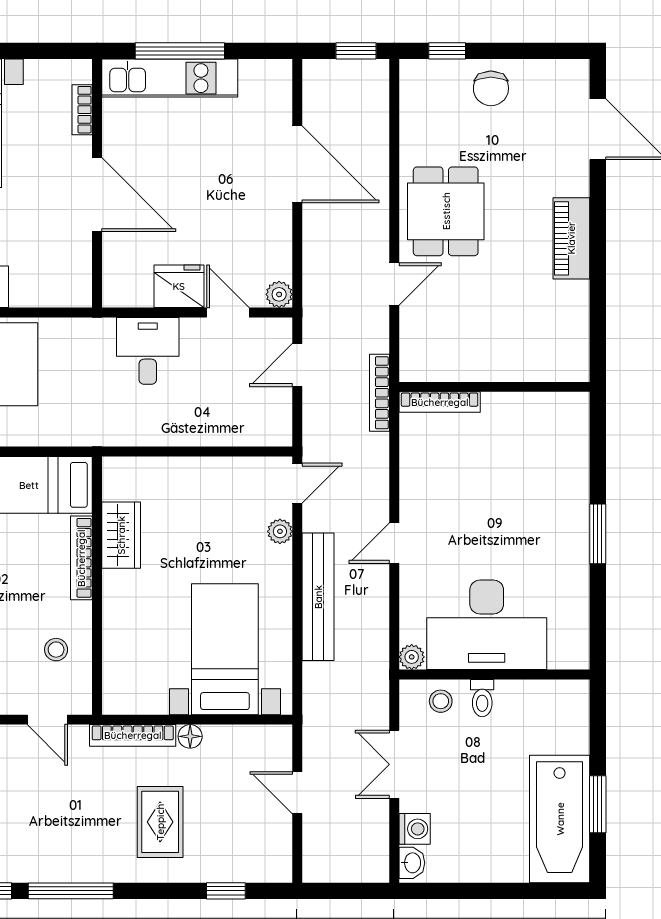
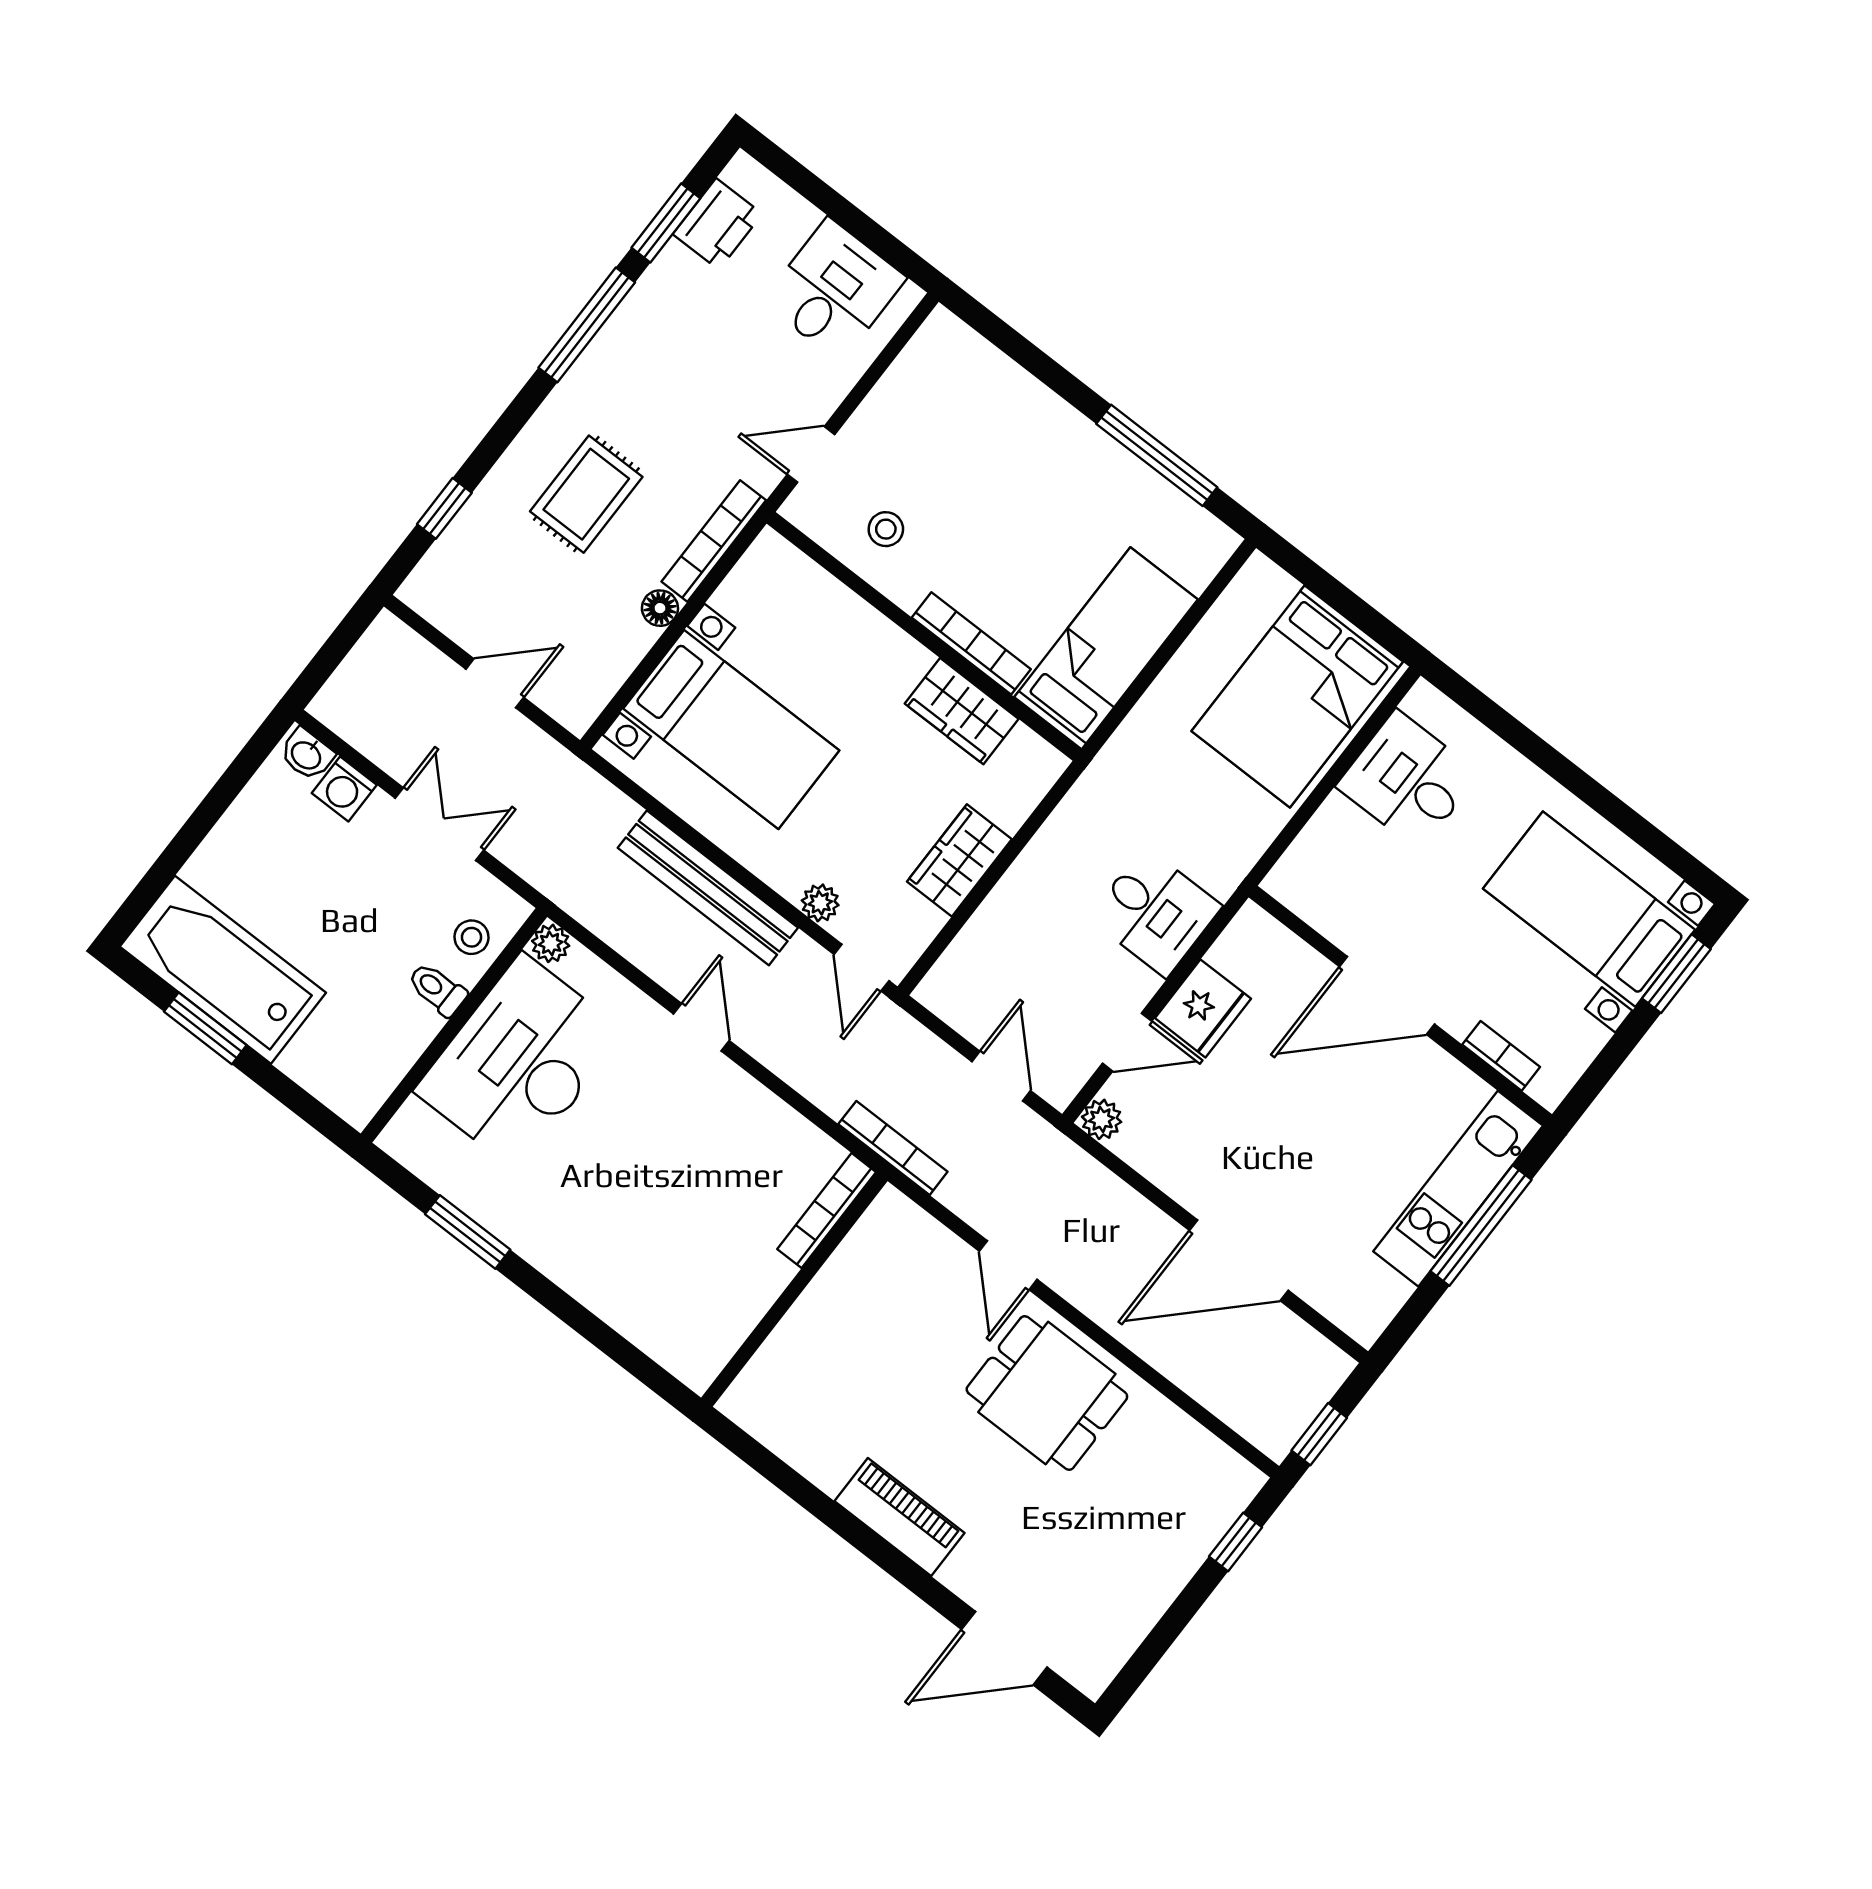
chair: (491, 88) -> (1151, 1559), removed
wardrobe: (201, 475) -> (959, 860), added
window: (598, 534) -> (468, 1232), moved
rug: (160, 822) -> (586, 494), turned 90

